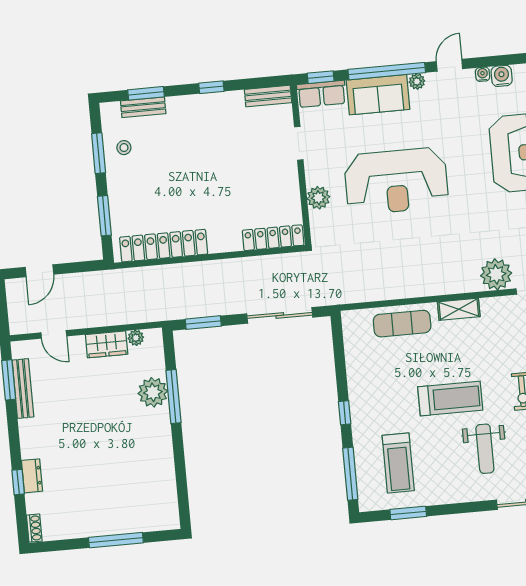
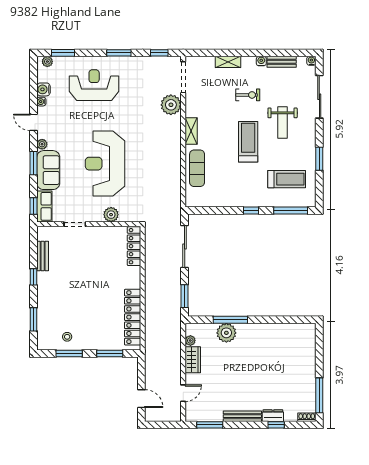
window: (387, 71) -> (34, 163), width x0.47
bench: (268, 96) -> (43, 256), moved
bench: (143, 107) -> (42, 322), removed
reception desk: (396, 181) -> (105, 164), turned 180
bench: (23, 389) -> (242, 416), moved
weight bench: (485, 449) -> (283, 122), turned 90
window: (408, 513) -> (319, 159), moved
window: (116, 540) -> (319, 395), moved

